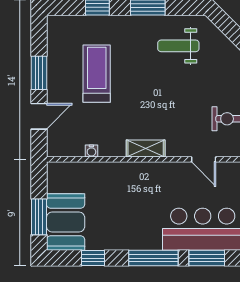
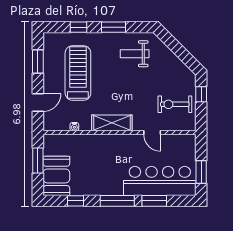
window: (39, 73) -> (38, 62), moved
treadmill: (97, 74) -> (78, 73), width x1.37, depth x1.37
shelving: (146, 148) -> (112, 123), width x1.50, depth x1.33
window: (39, 217) -> (38, 161), moved

